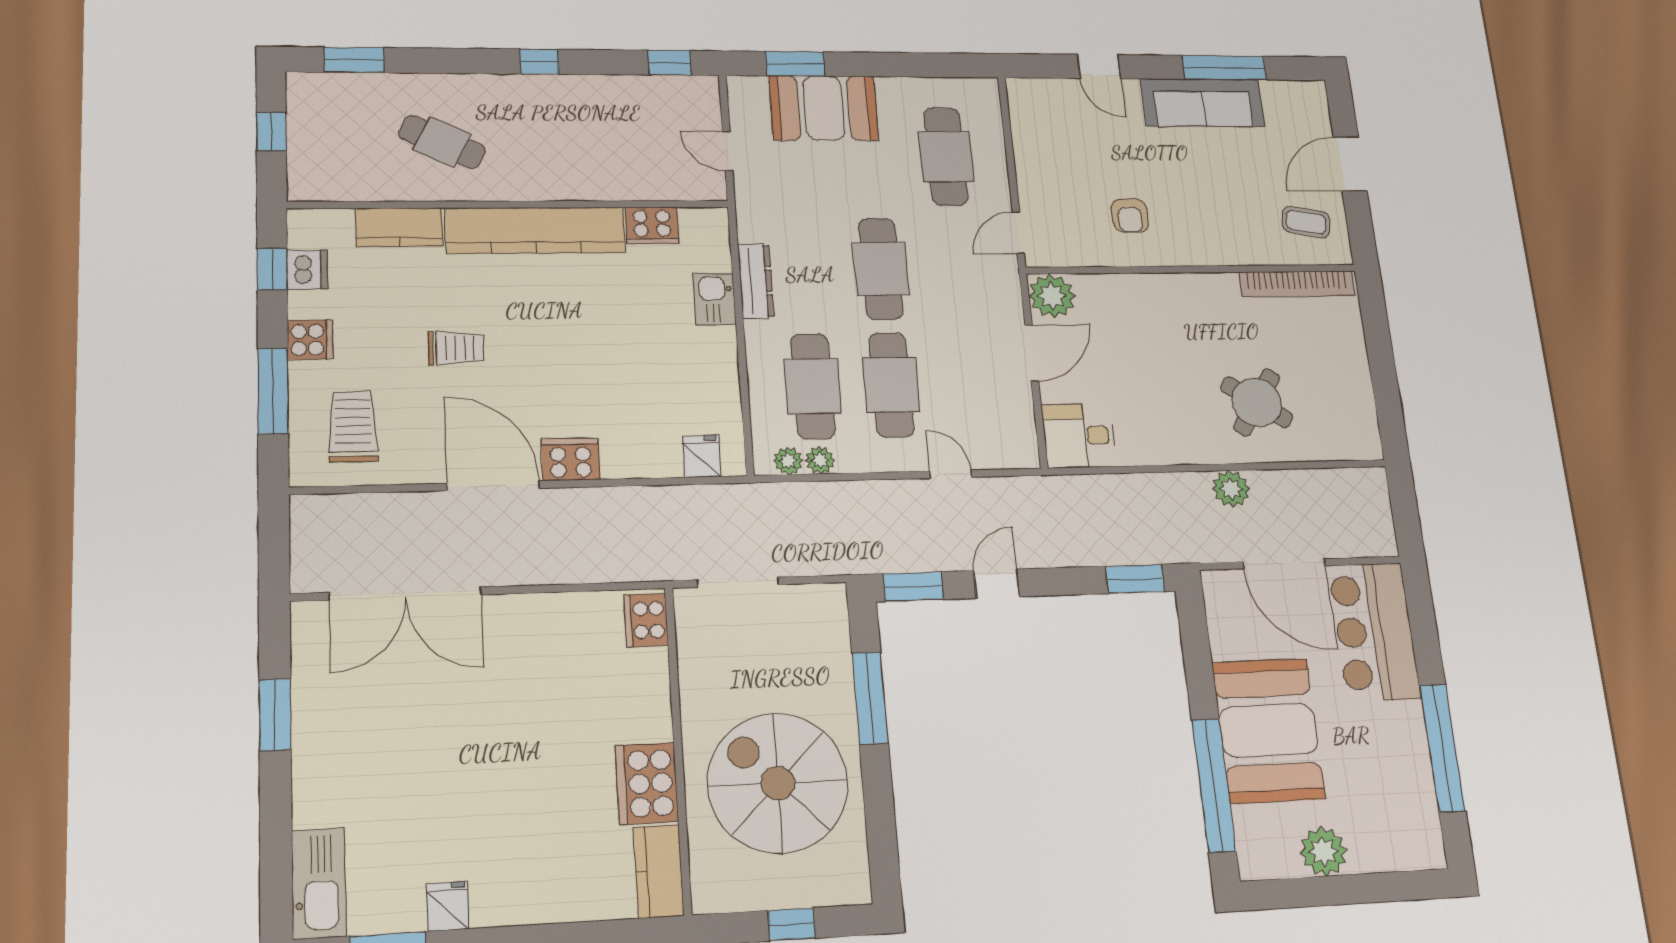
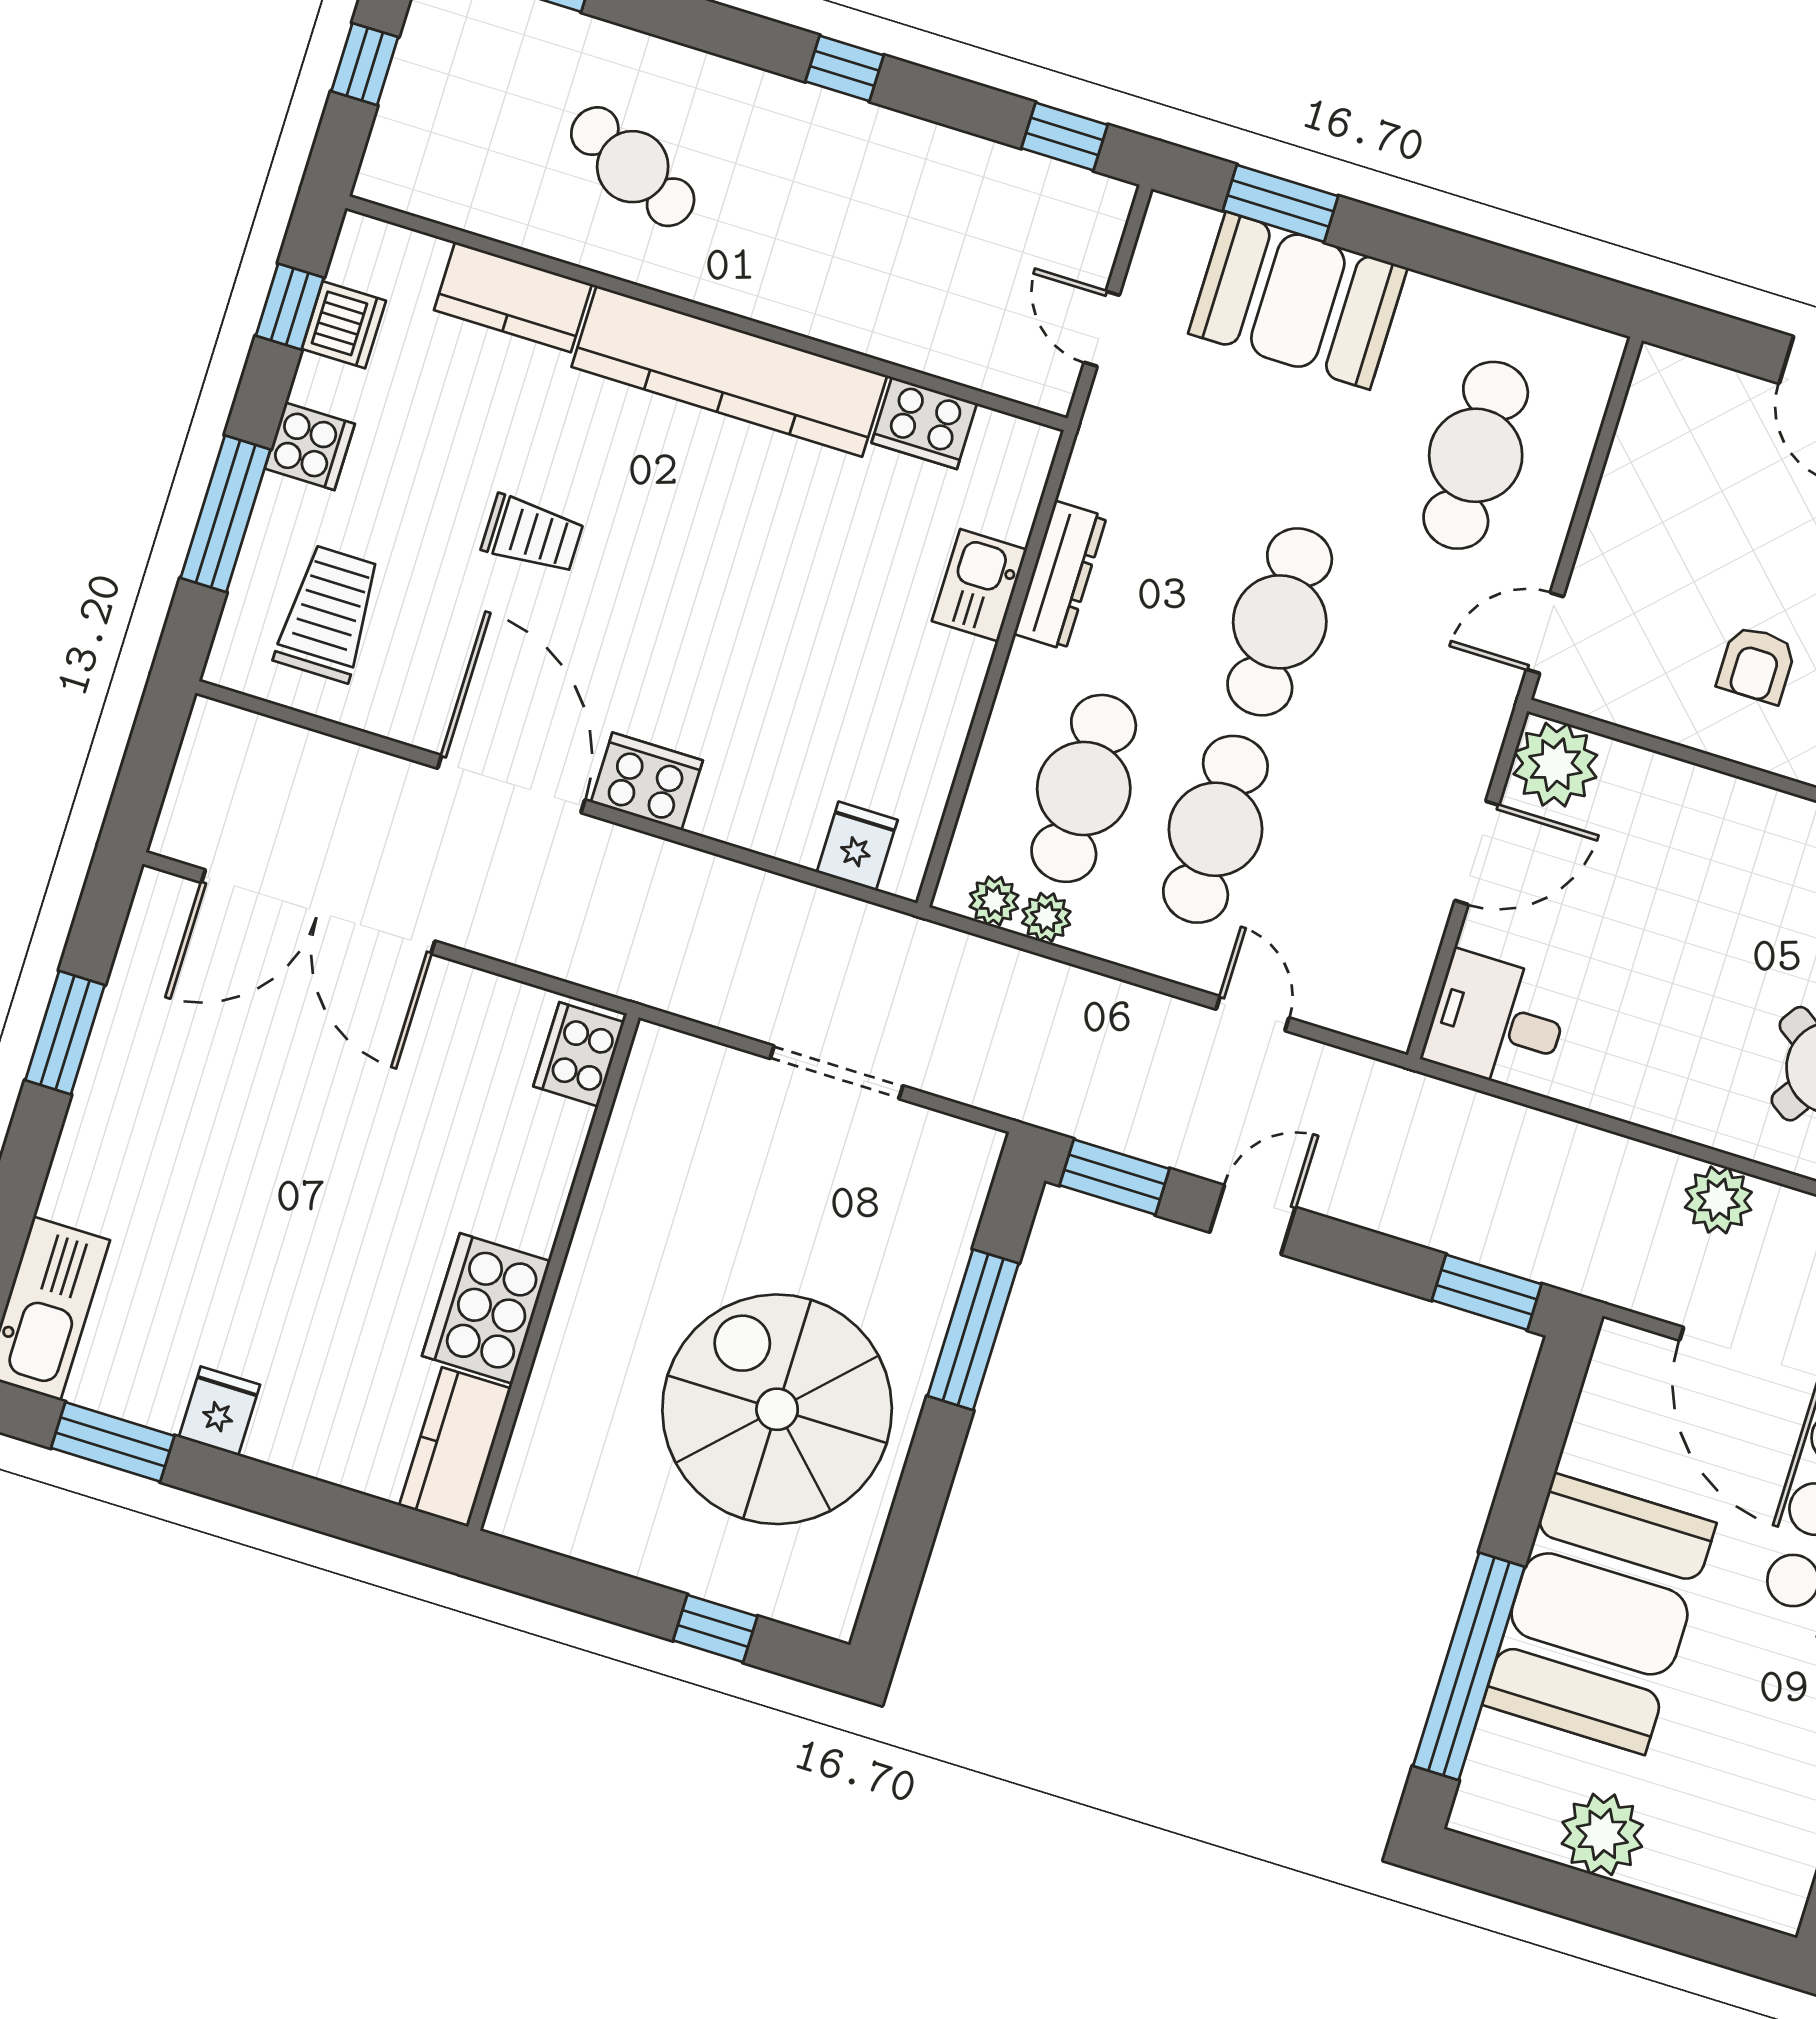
cooker: (646, 620) -> (579, 1054), moved
wall: (678, 748) -> (553, 1272), moved
cooker: (647, 783) -> (486, 1308), moved
kitchen counter: (659, 871) -> (455, 1447), moved

